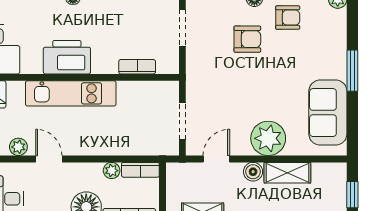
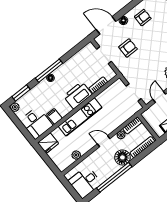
armchair: (247, 39) -> (128, 48), moved
printer: (67, 57) -> (78, 95), moved
filing cabinet: (32, 61) -> (54, 116), added
door: (49, 159) -> (104, 141), moved

